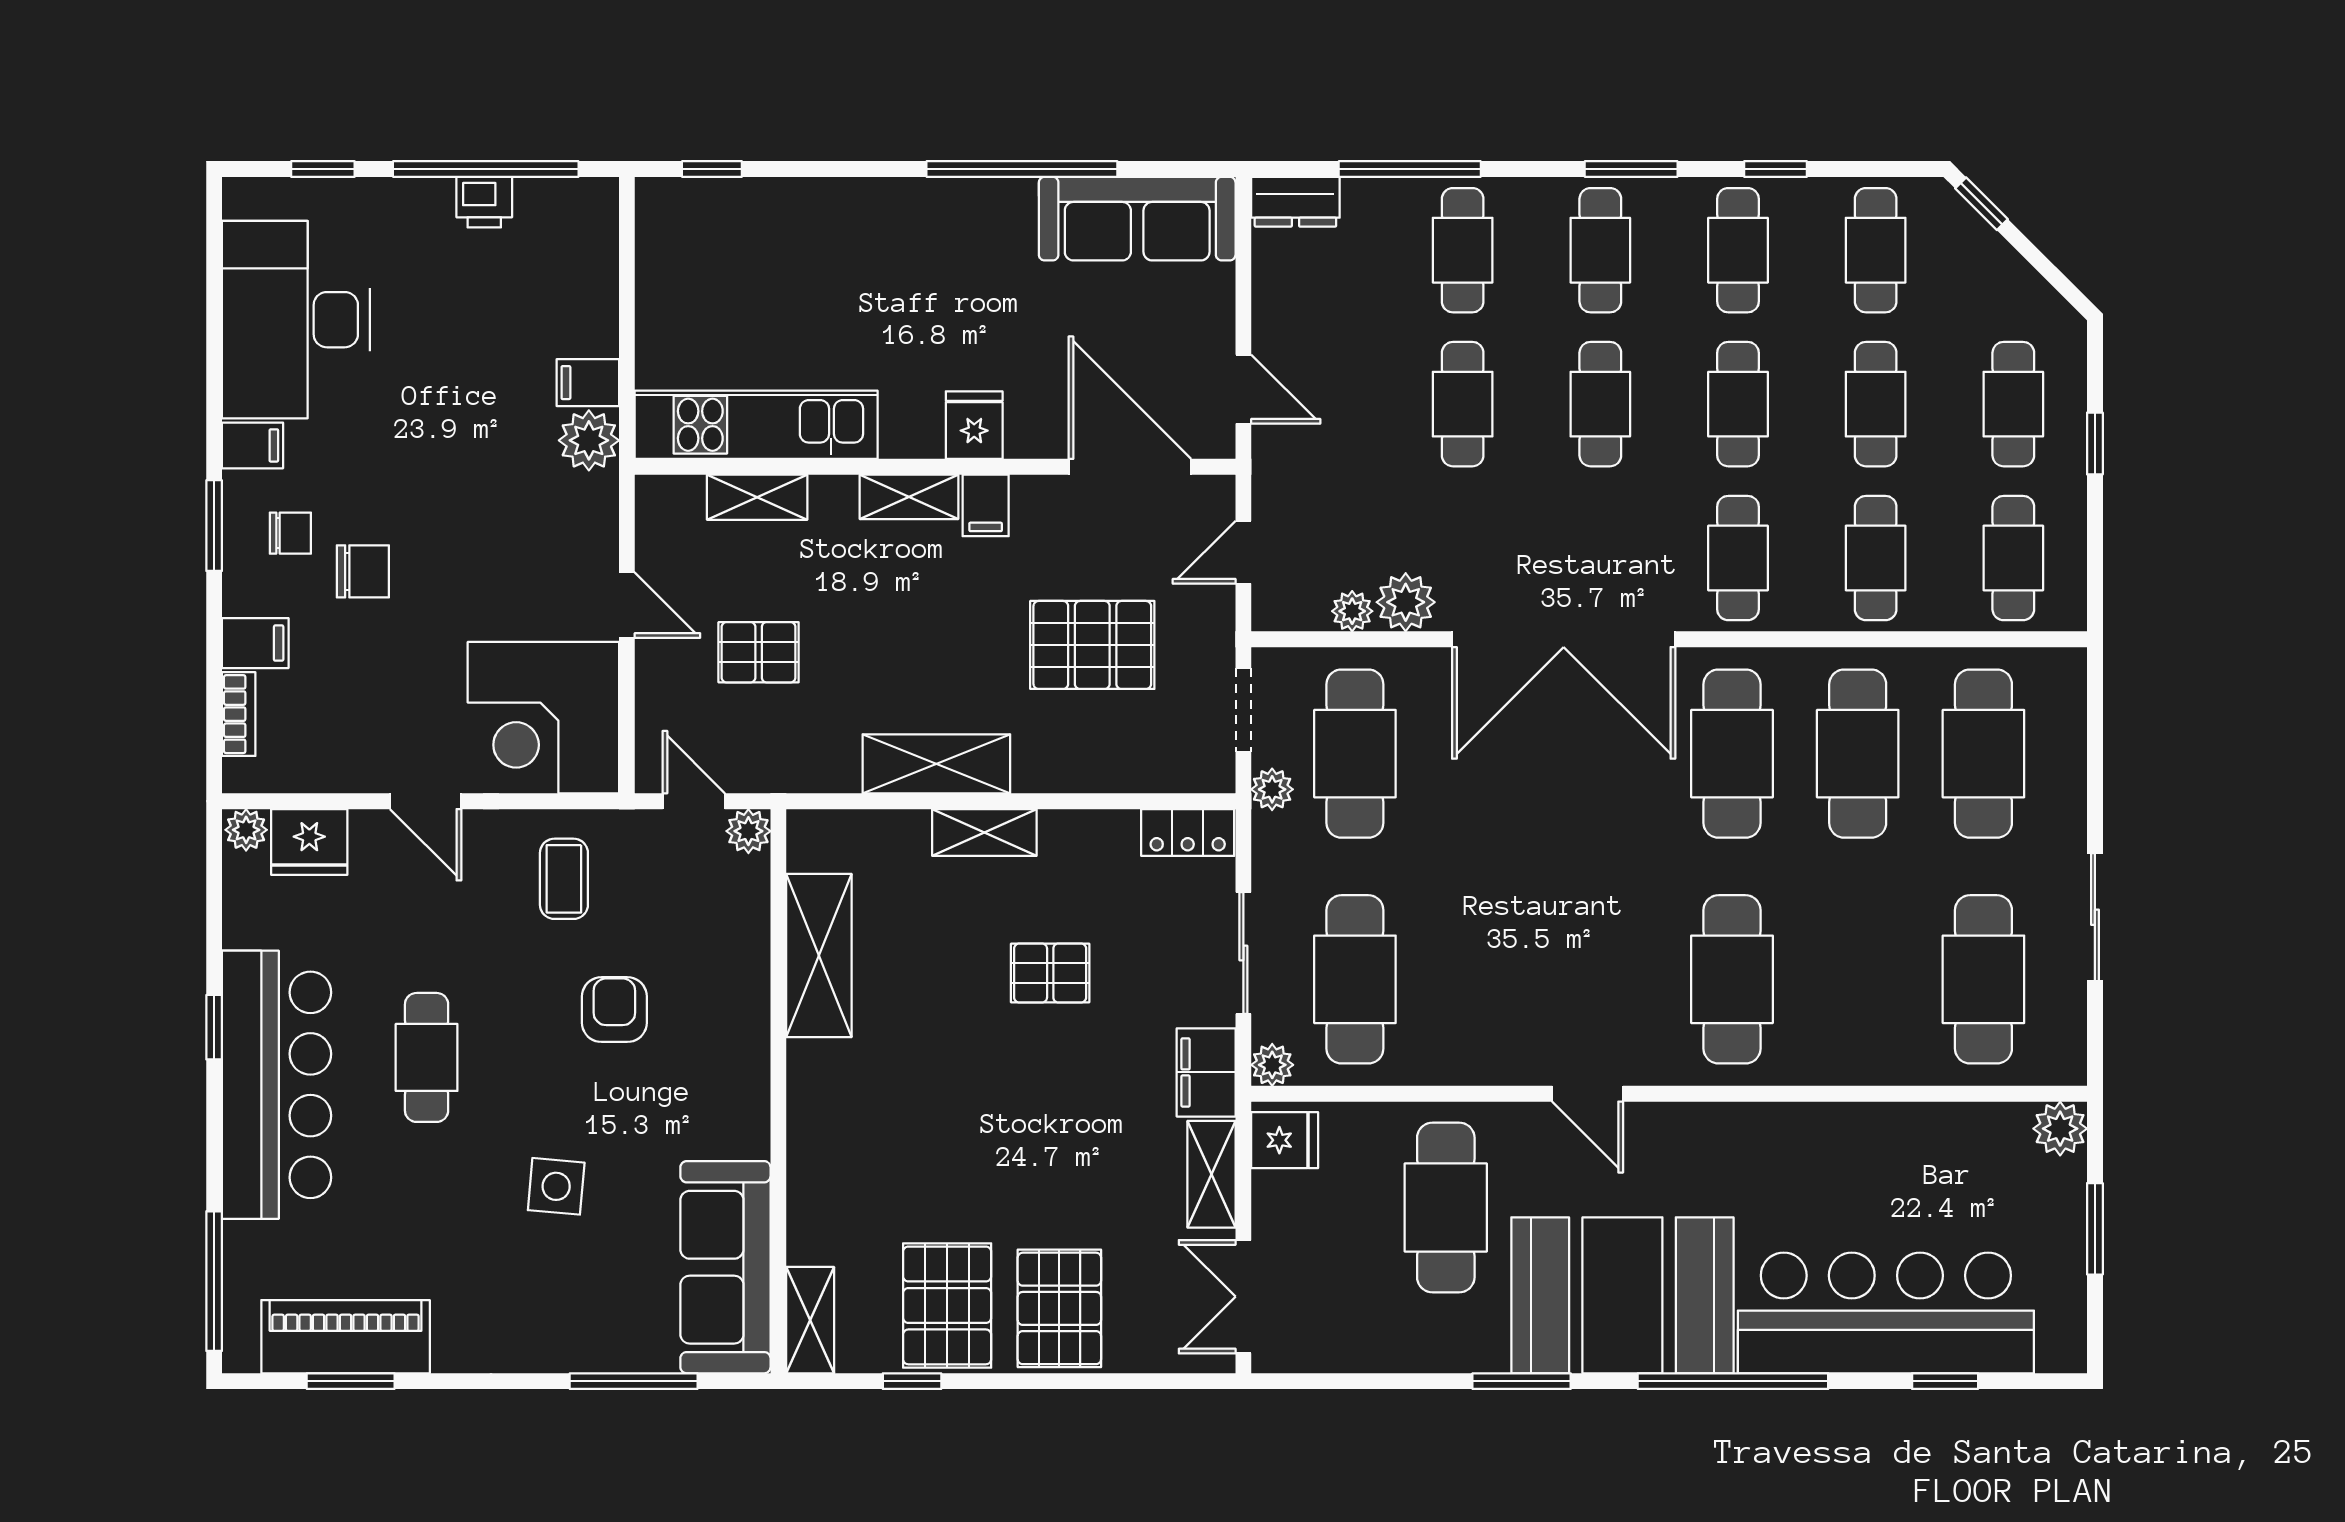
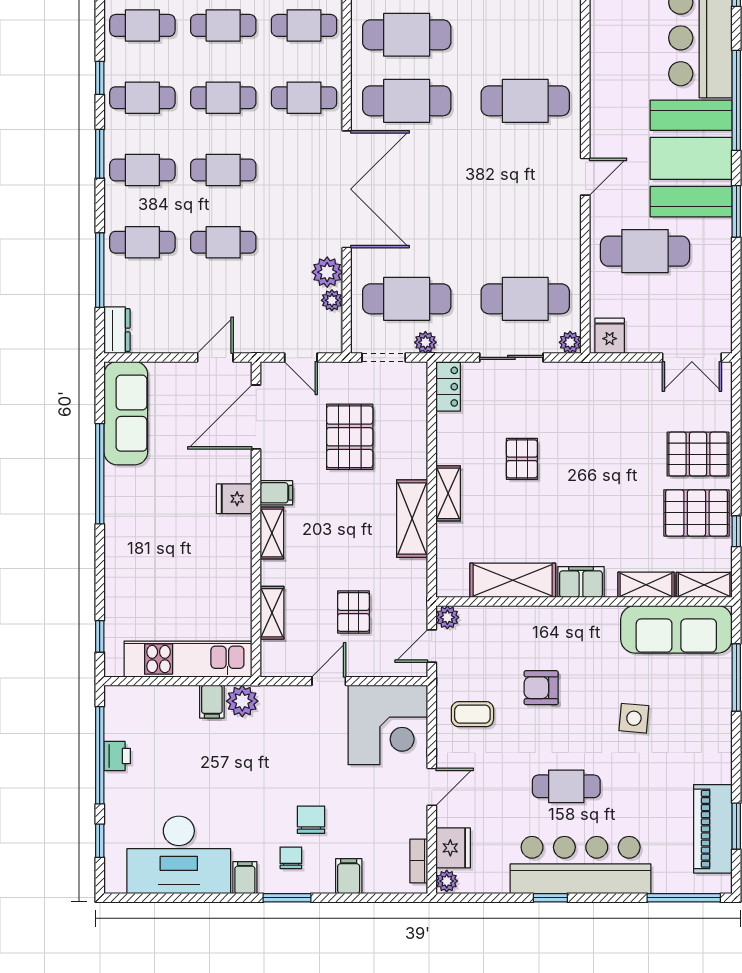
kitchen unit: (756, 425) -> (188, 659), moved, turned 90
bookcase: (239, 714) -> (419, 861), moved, turned -90
filing cabinet: (1206, 1072) -> (581, 582), moved, turned 180
shelving: (1211, 1174) -> (646, 585), moved

